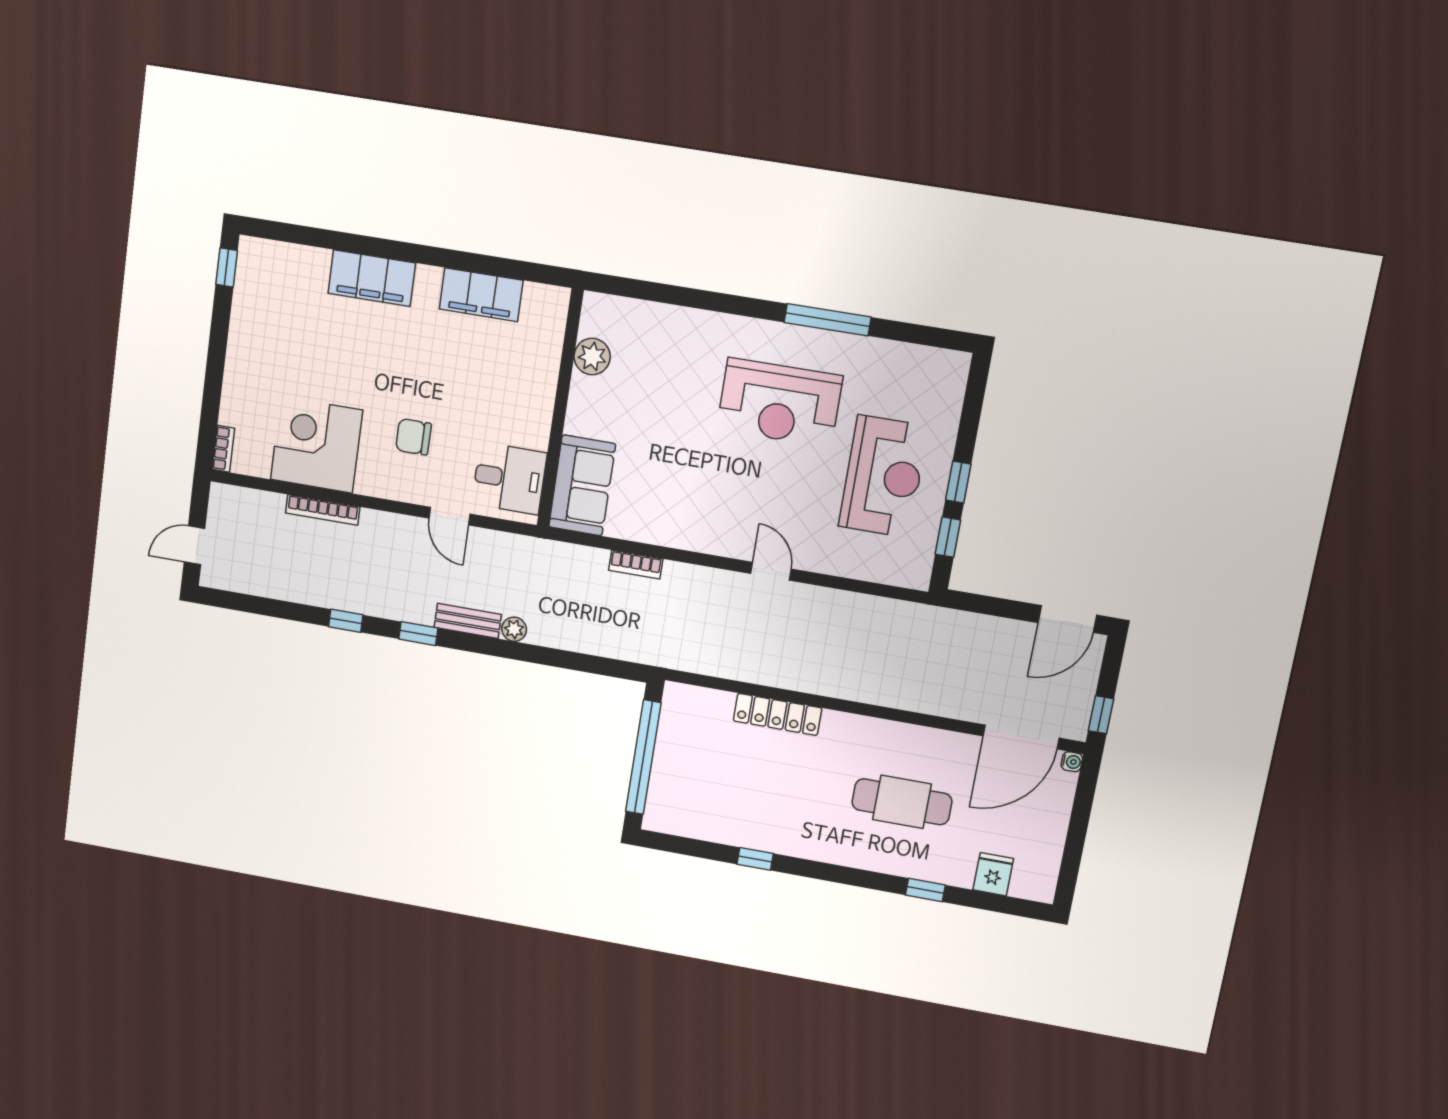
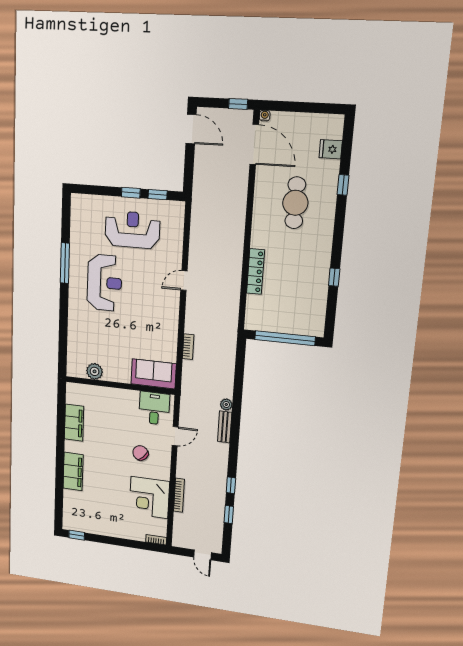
chair: (413, 437) -> (140, 453), turned 134
window: (418, 634) -> (229, 515), moved

